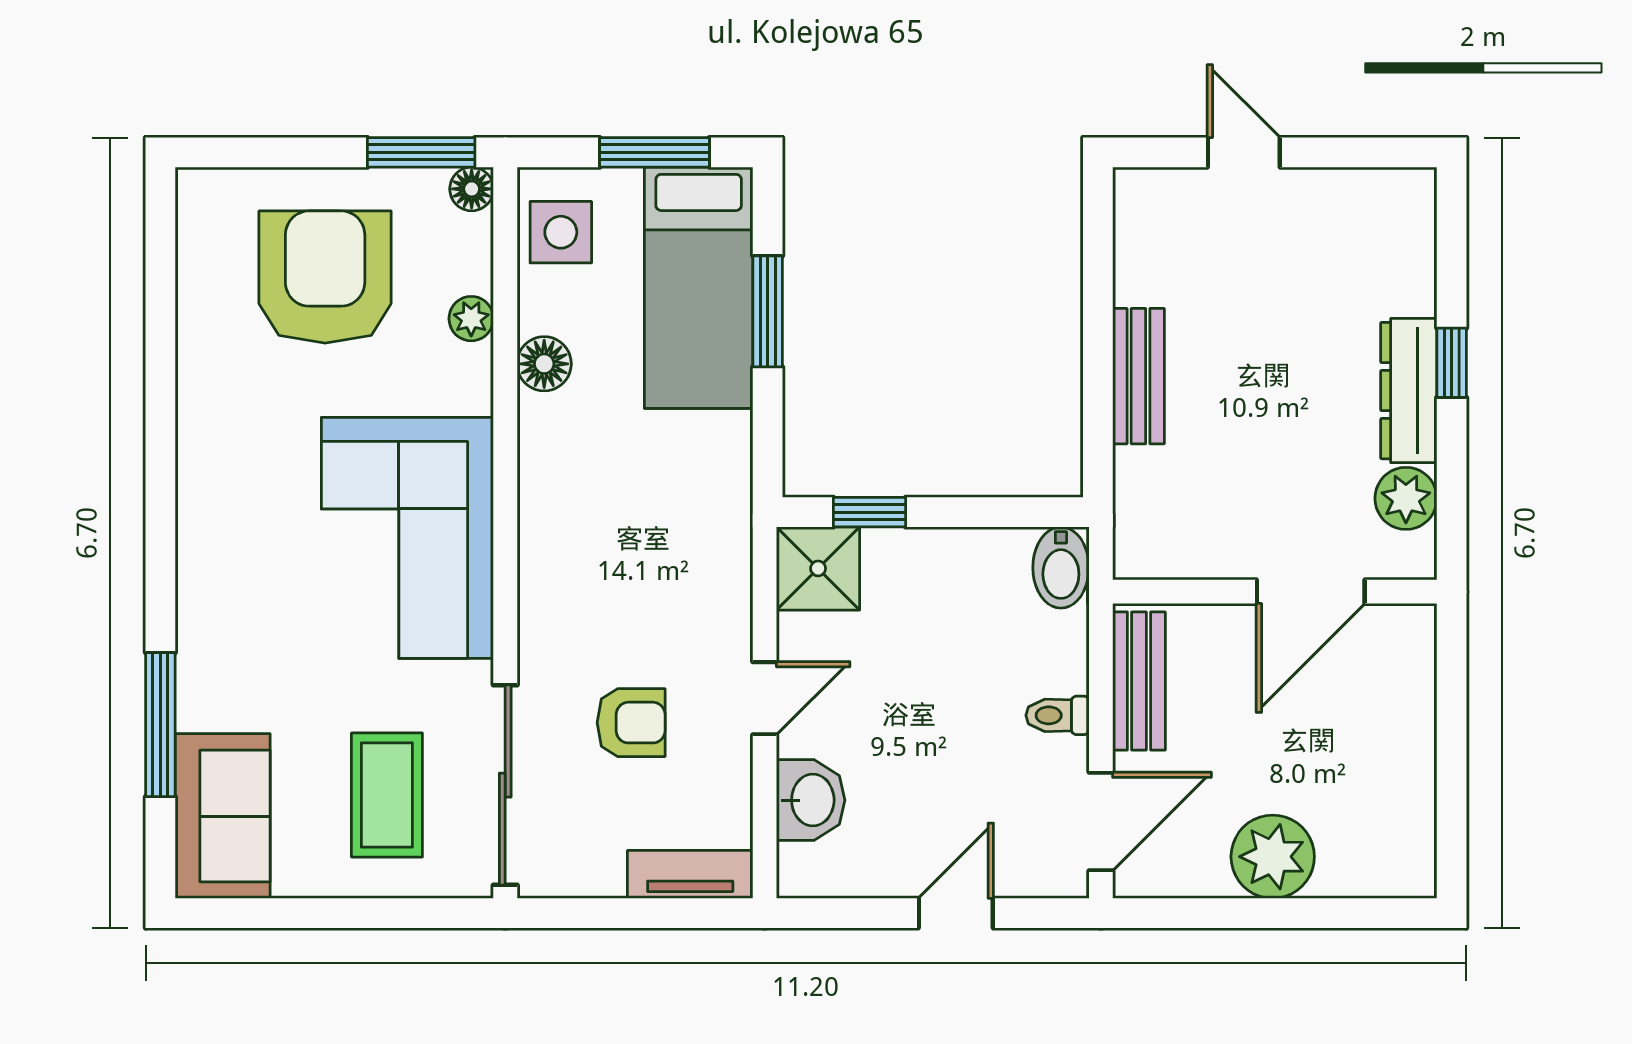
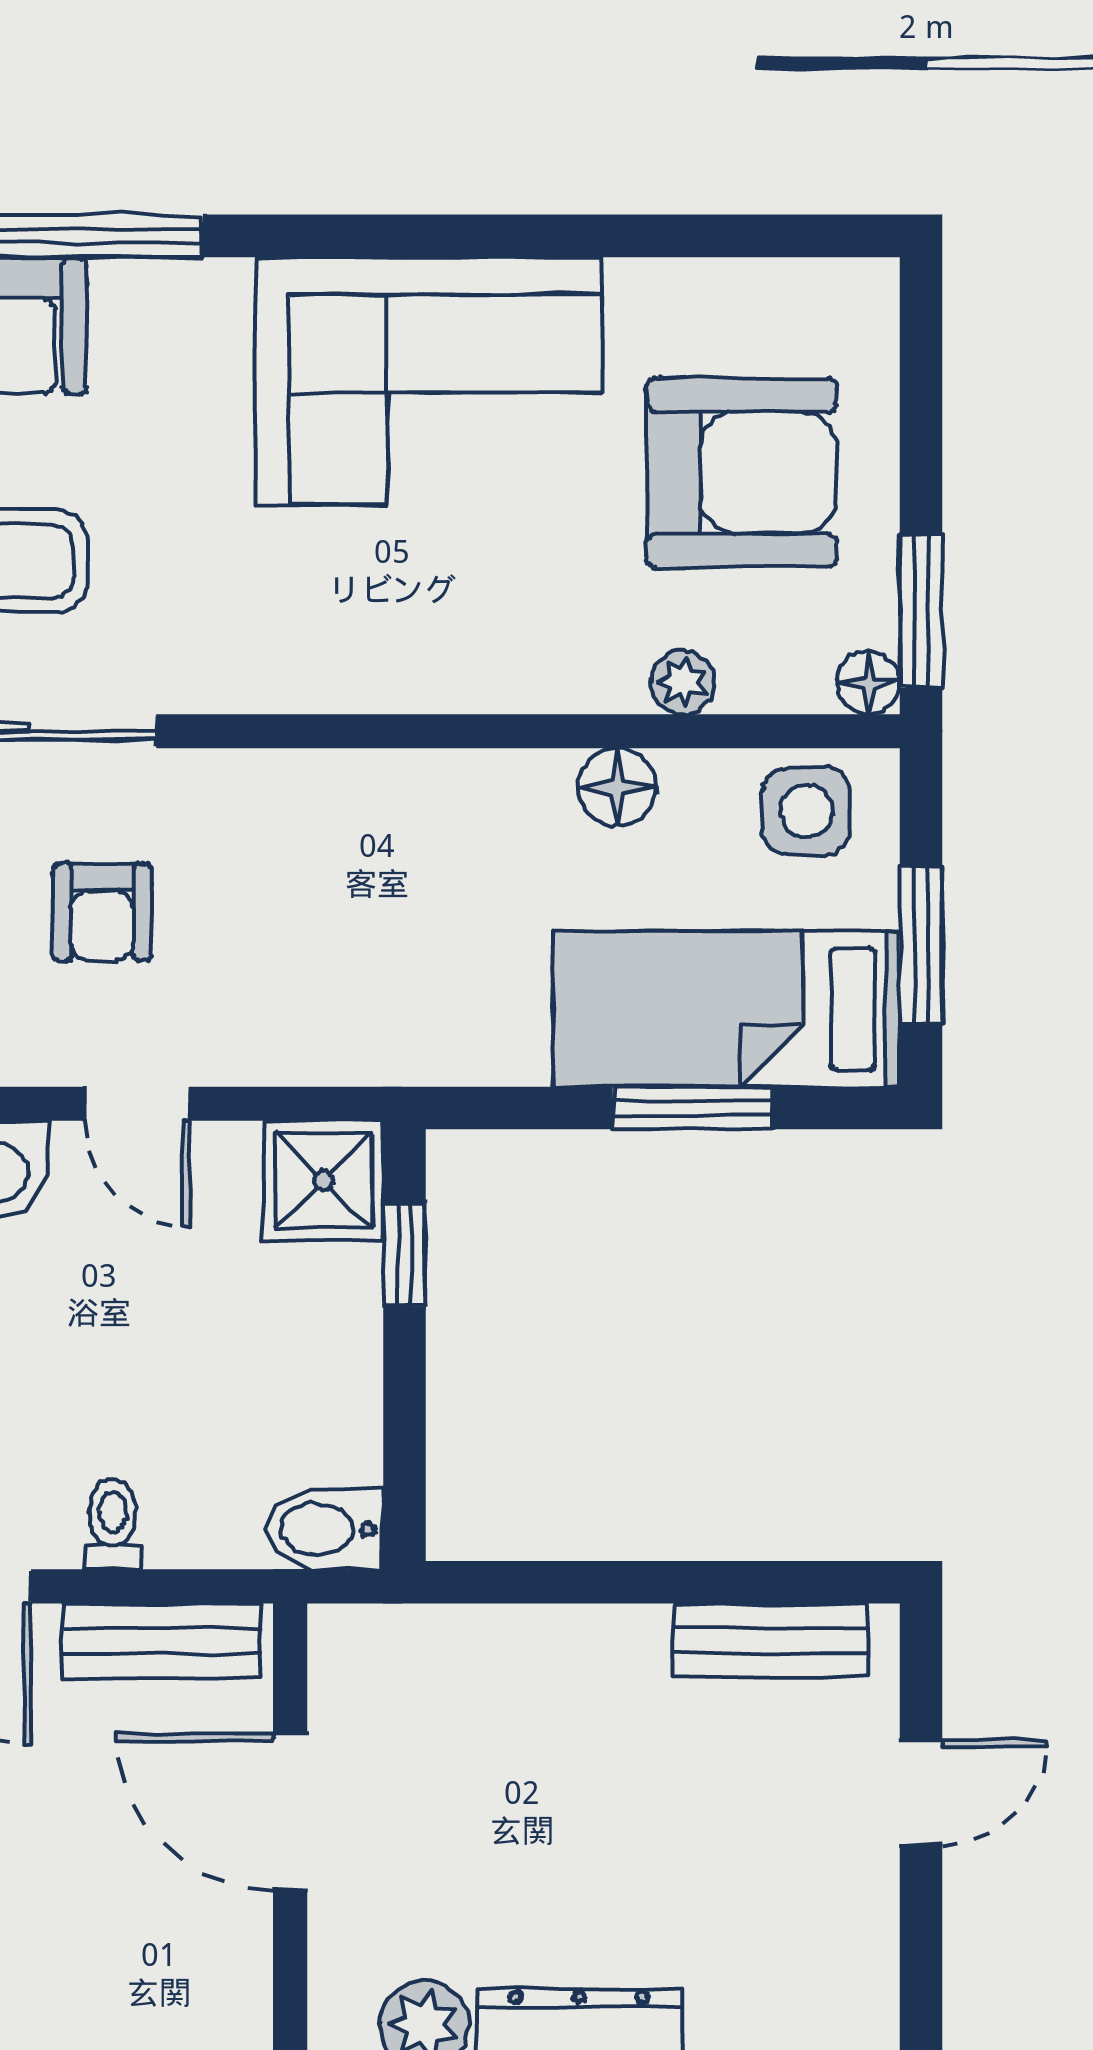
bench: (1138, 376) -> (771, 1640), moved
corner sofa: (407, 538) -> (429, 381), moved, turned 180
door: (1311, 592) -> (290, 1812), moved

